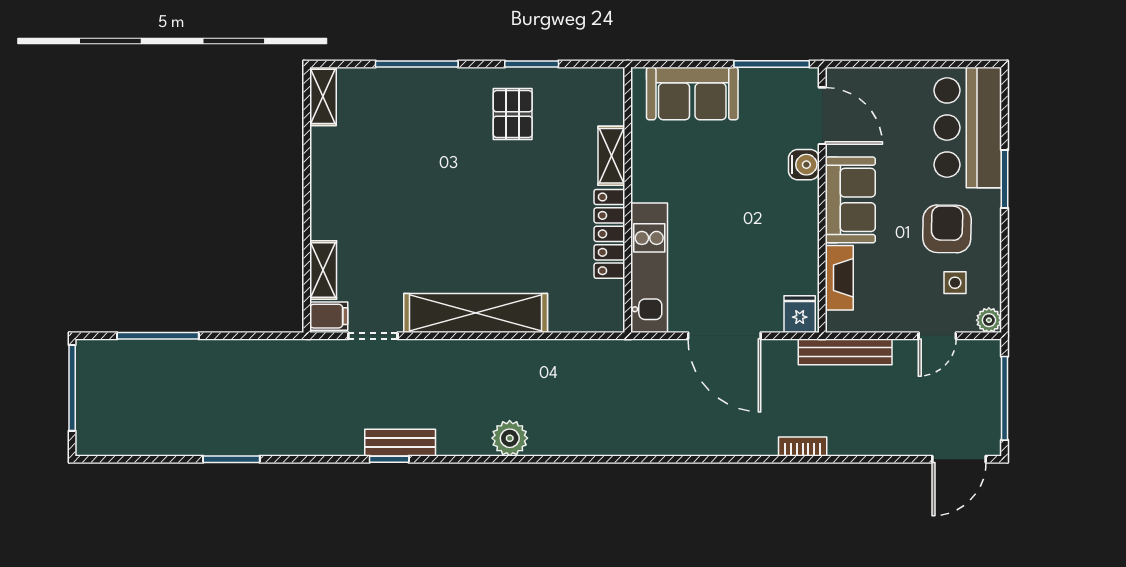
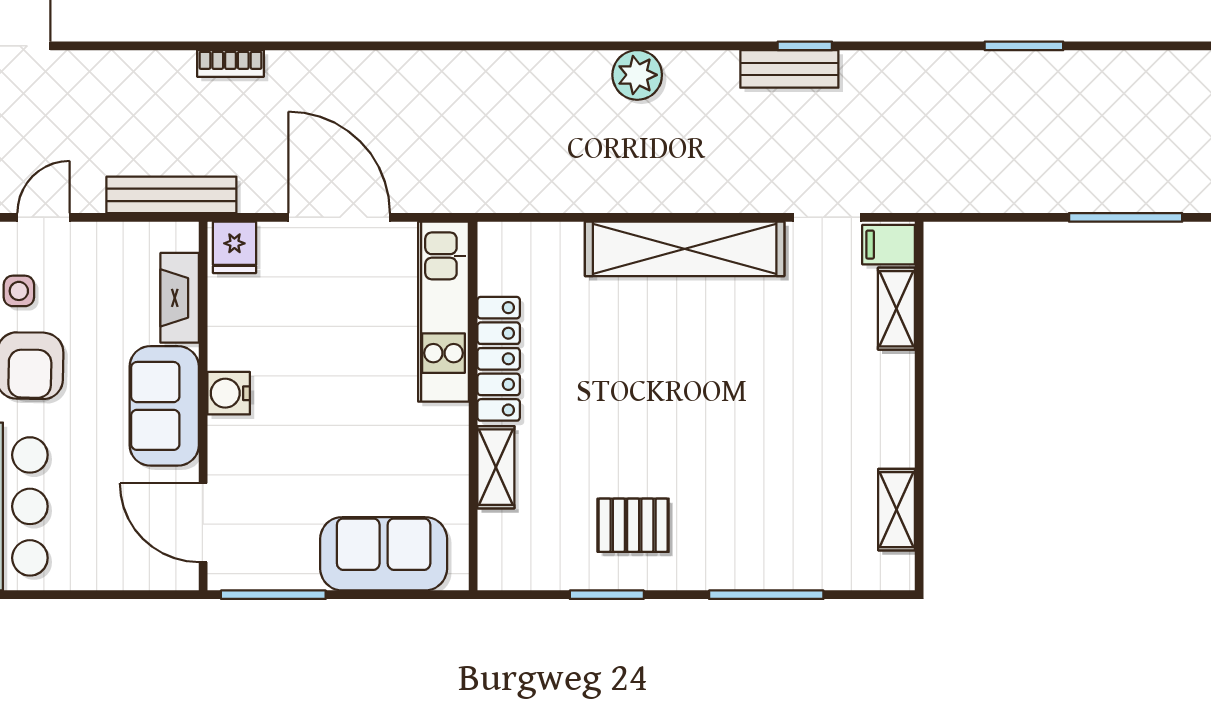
shelving: (323, 96) -> (896, 510), moved
pallet: (513, 114) -> (633, 525), turned 90
water cooler: (804, 165) -> (229, 393), moved

